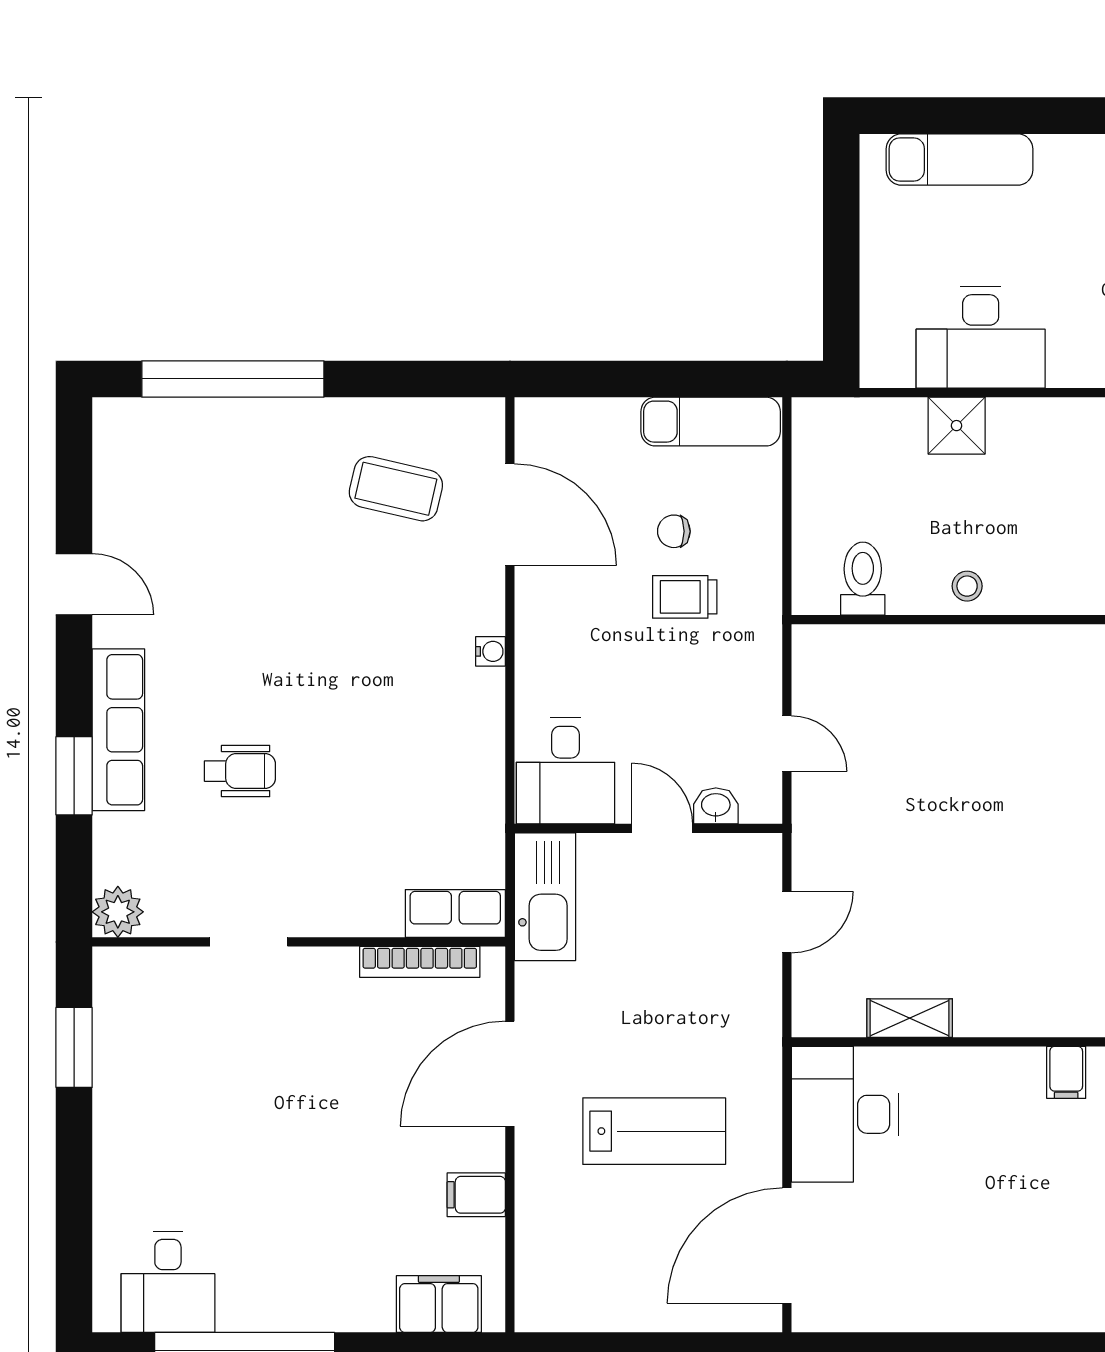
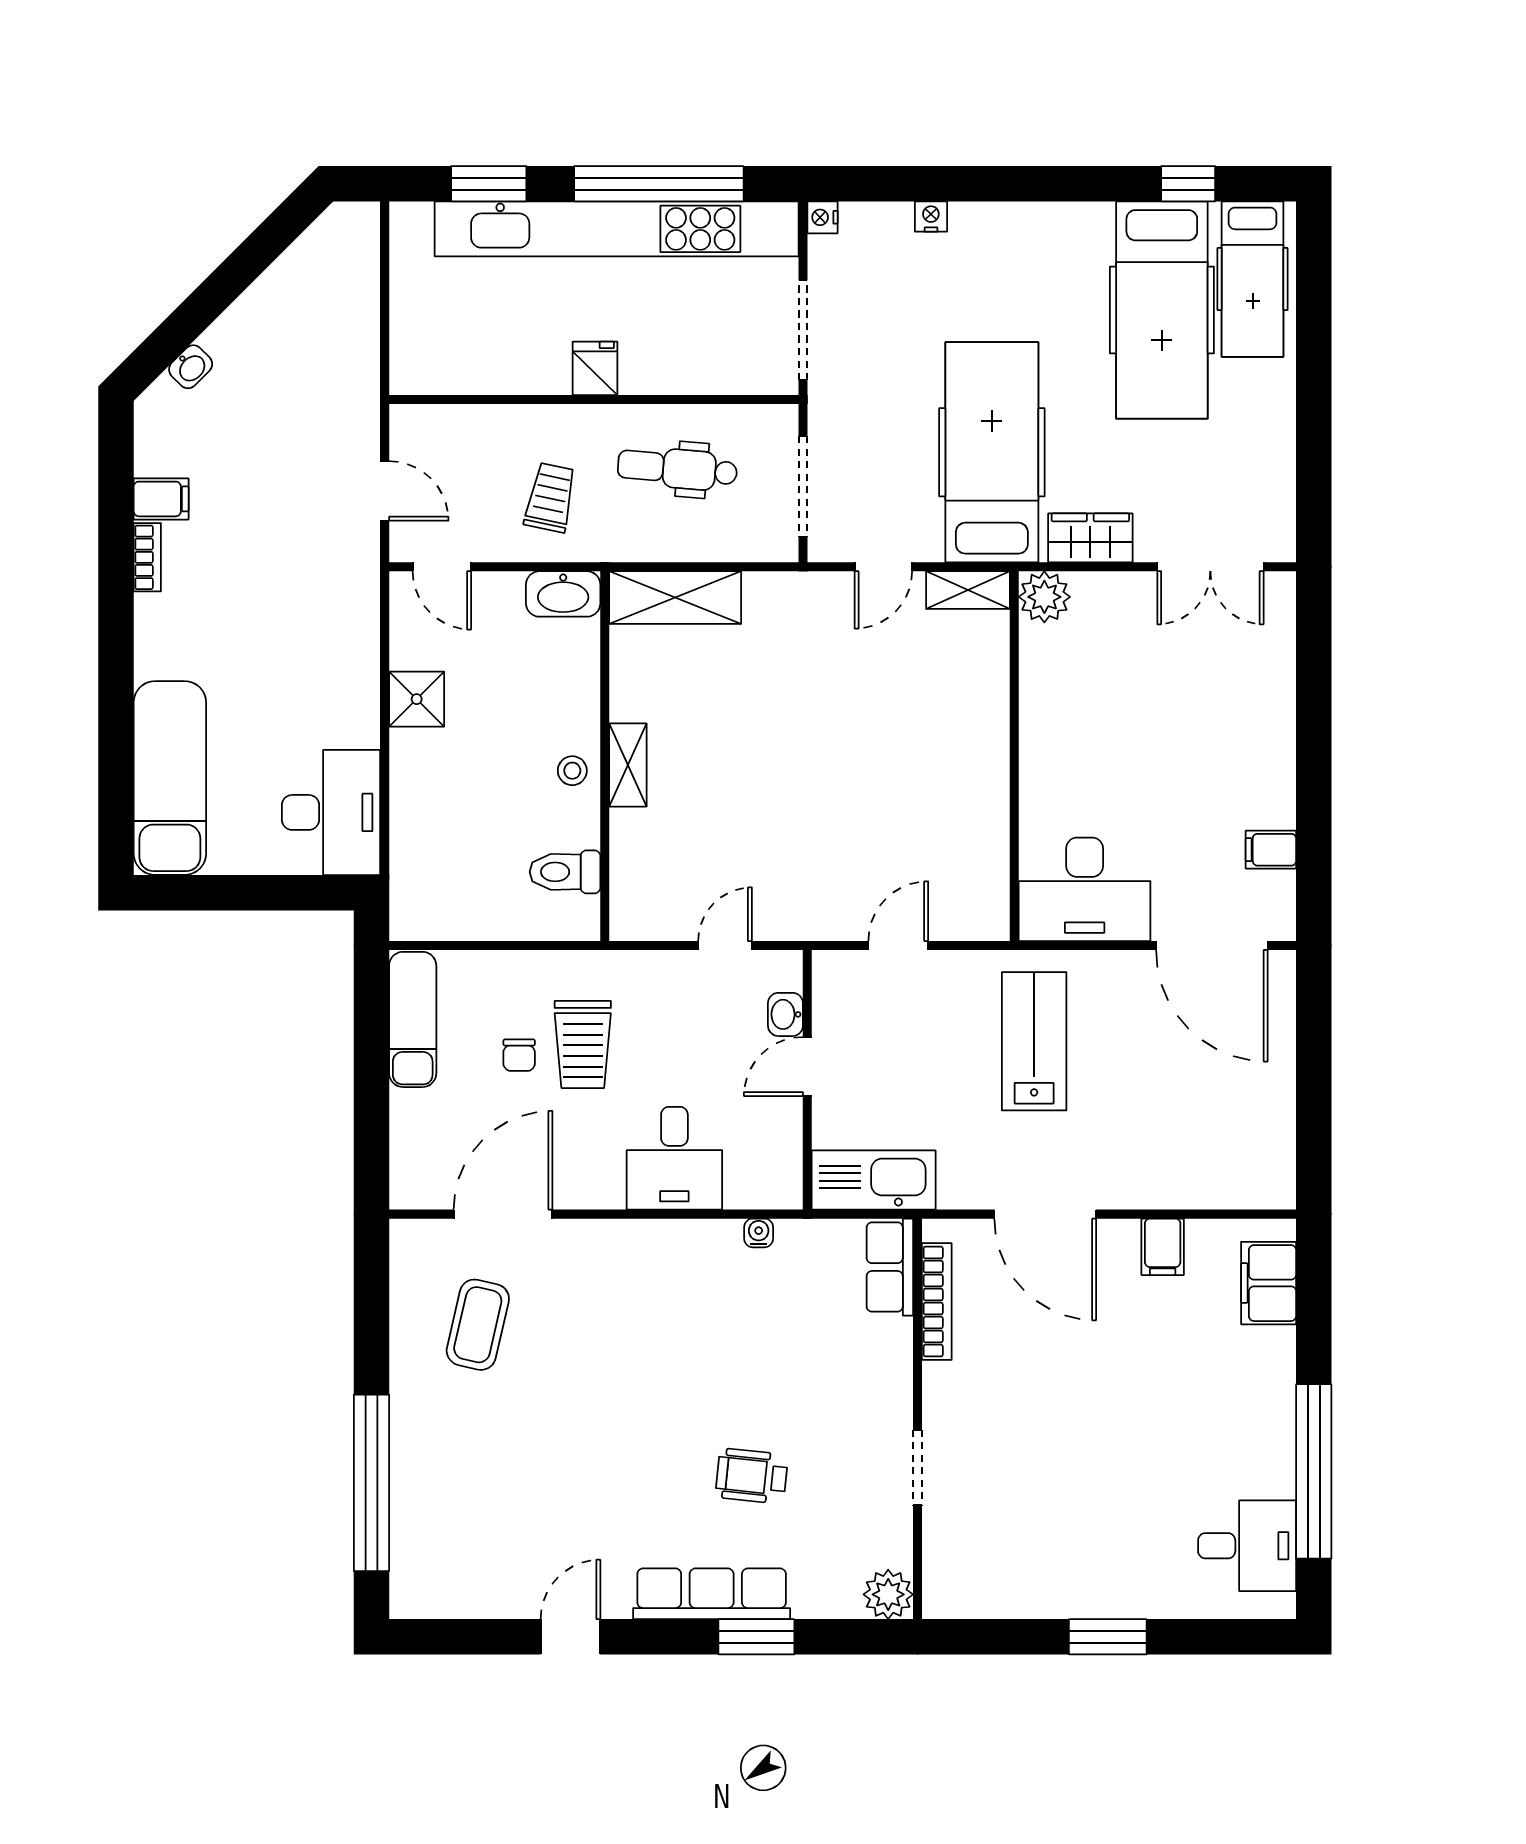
exam couch: (960, 160) -> (170, 778), width x1.36, depth x1.45
desk: (981, 337) -> (331, 812), moved
shower: (957, 426) -> (417, 699), moved
trolley: (685, 597) -> (583, 1045), width x1.36, depth x1.39
water cooler: (491, 651) -> (759, 1233), moved
wheelchair: (240, 771) -> (752, 1476), turned -84
desk: (565, 771) -> (674, 1158), moved, turned 90
door: (787, 922) -> (898, 945), hinge flipped
shelving: (910, 1018) -> (628, 765), moved
window: (74, 1047) -> (1108, 1637), moved
filing cabinet: (1066, 1072) -> (1271, 850), moved, turned 180
lab bench: (654, 1131) -> (1034, 1041), moved

